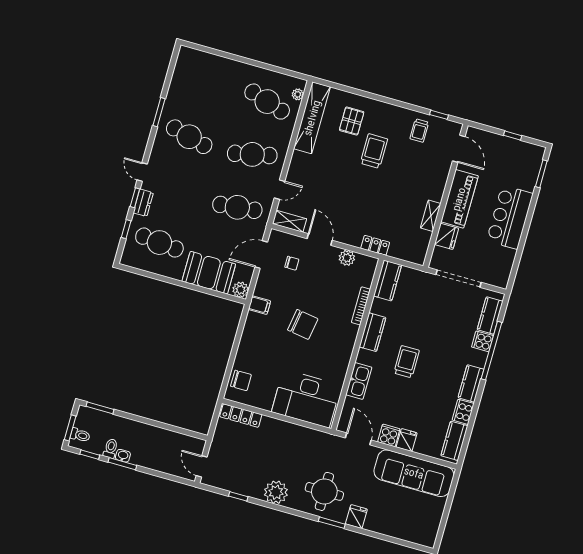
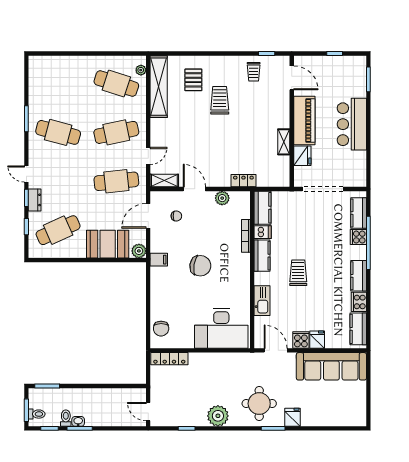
cafe table: (159, 243) -> (58, 230), turned -30
dishwasher: (380, 307) -> (263, 232), added
chair: (241, 380) -> (161, 329), turned 90

